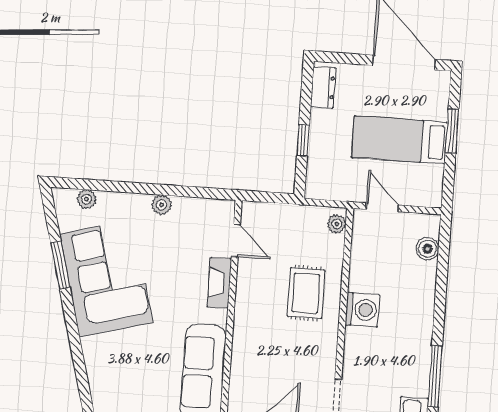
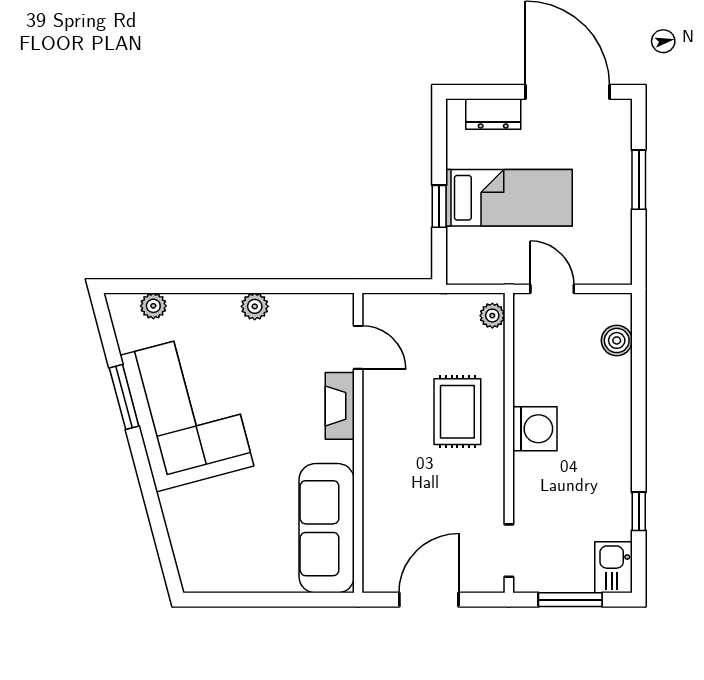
dresser: (323, 87) -> (493, 114), moved, turned 90
bed: (400, 140) -> (509, 198), moved, turned 180
window: (435, 376) -> (639, 511), width x0.46

